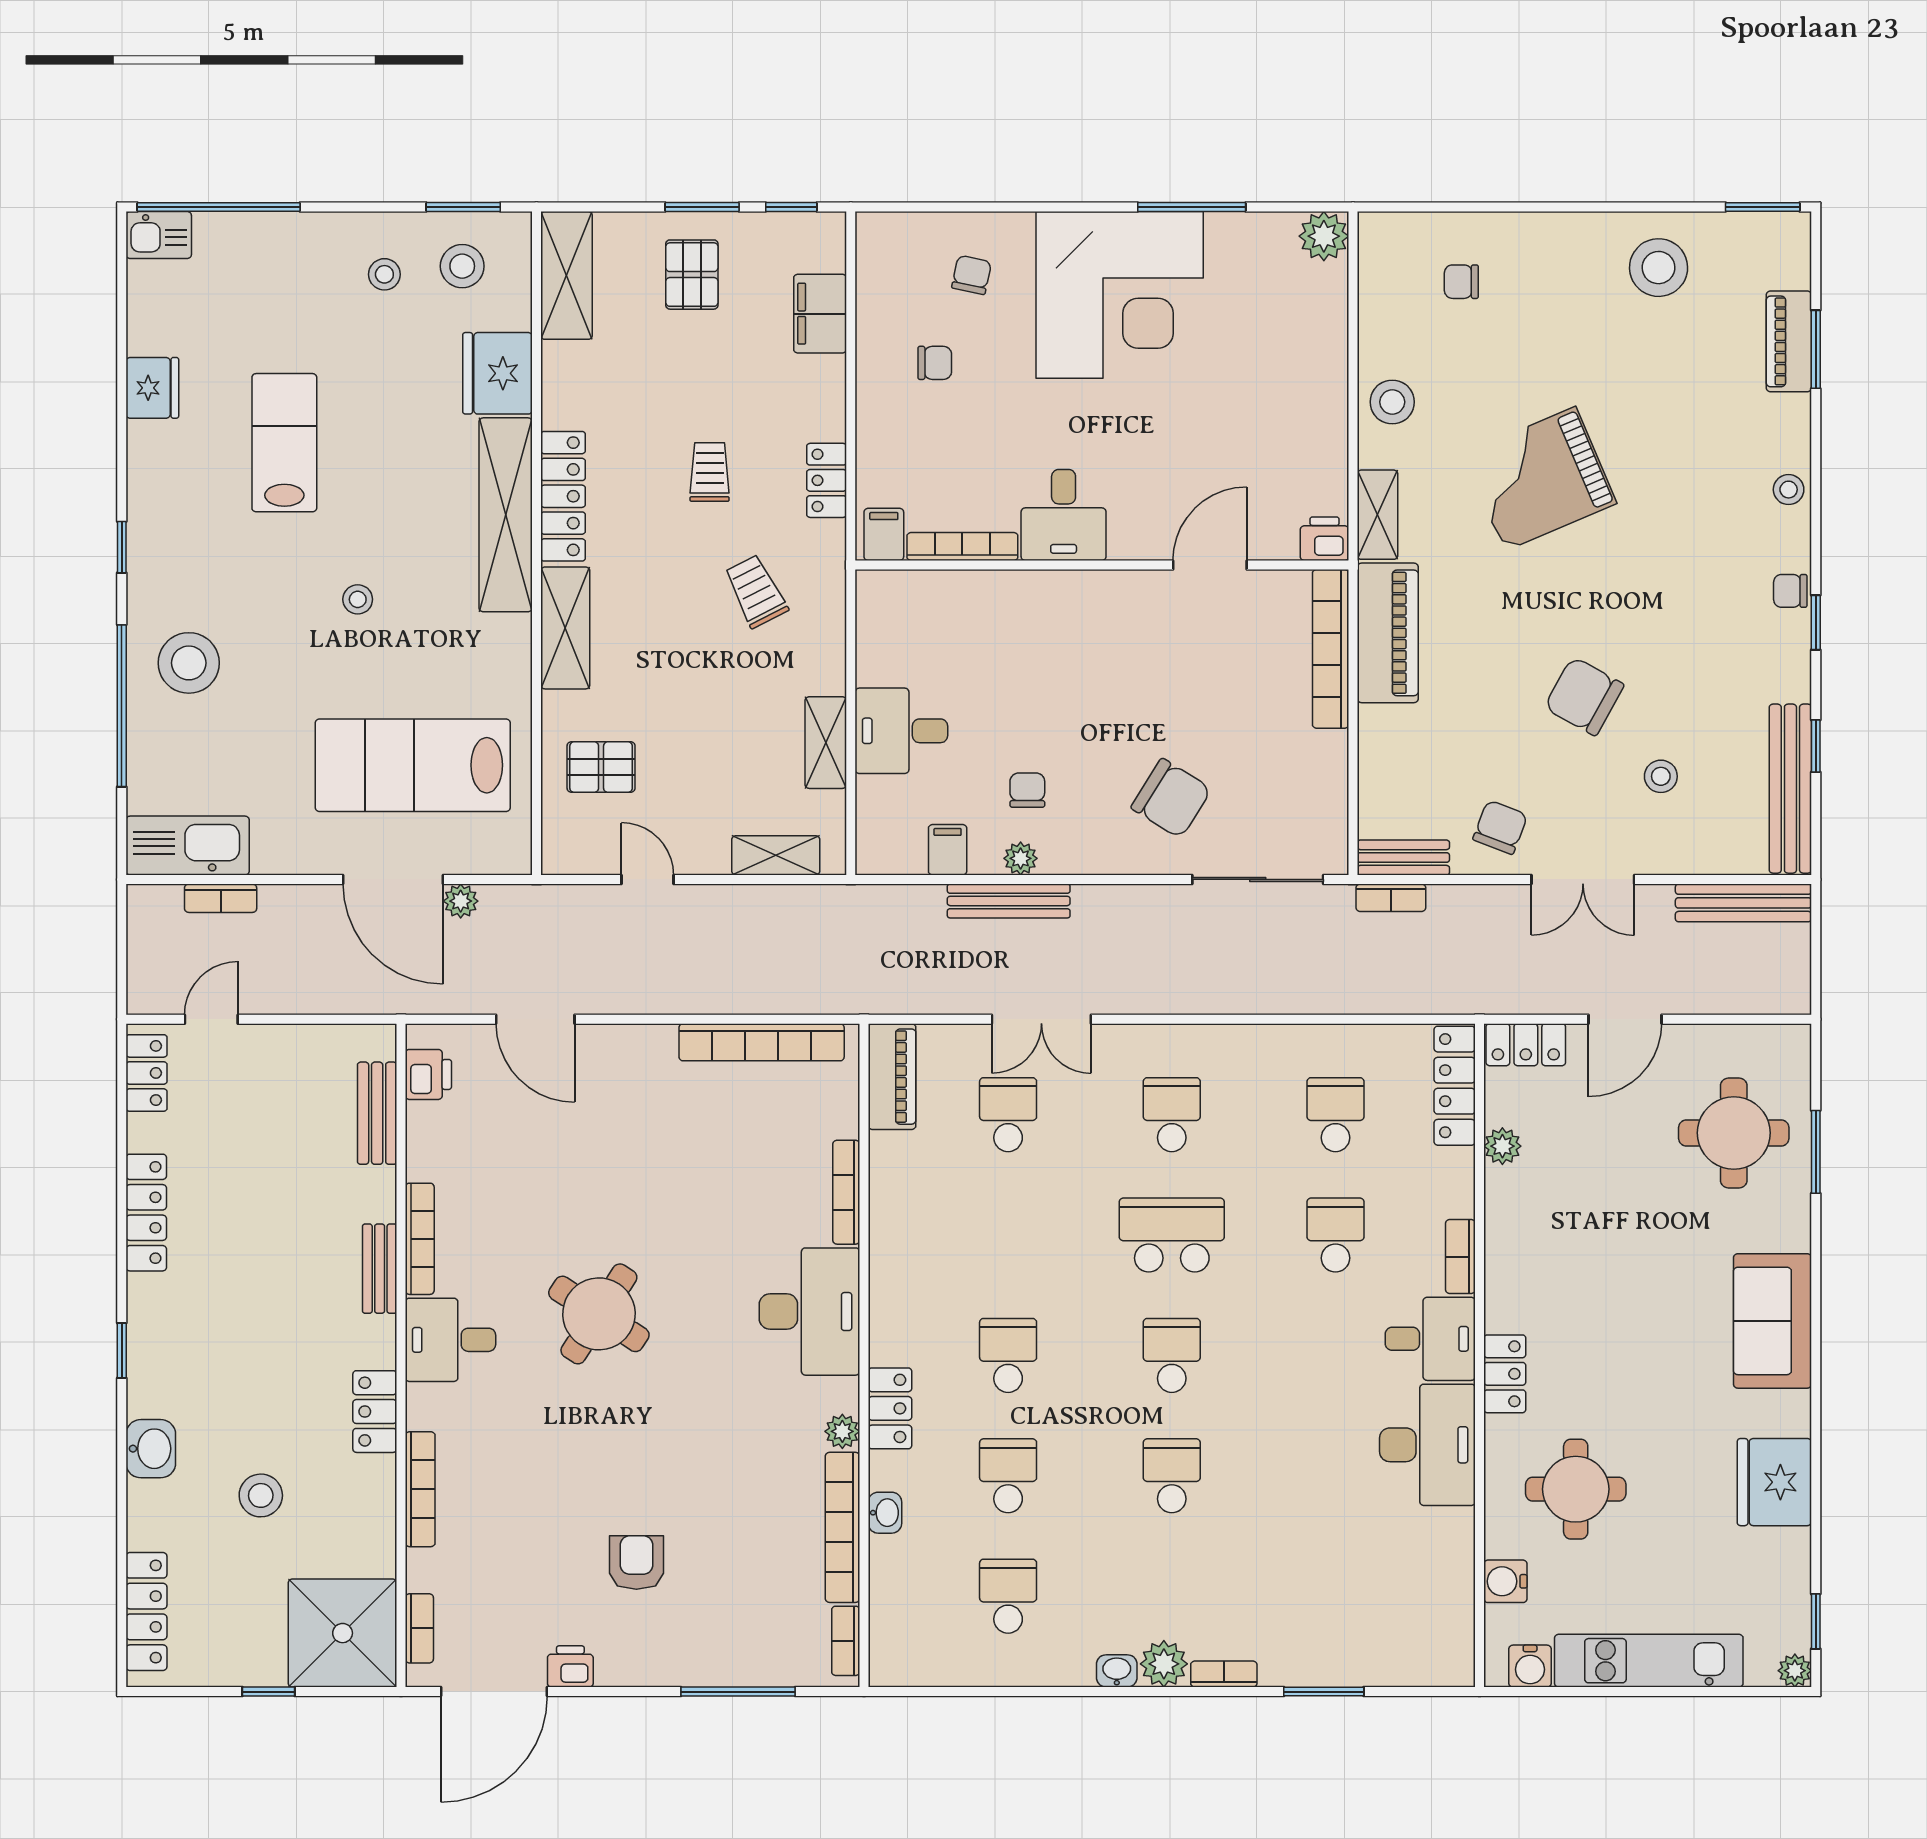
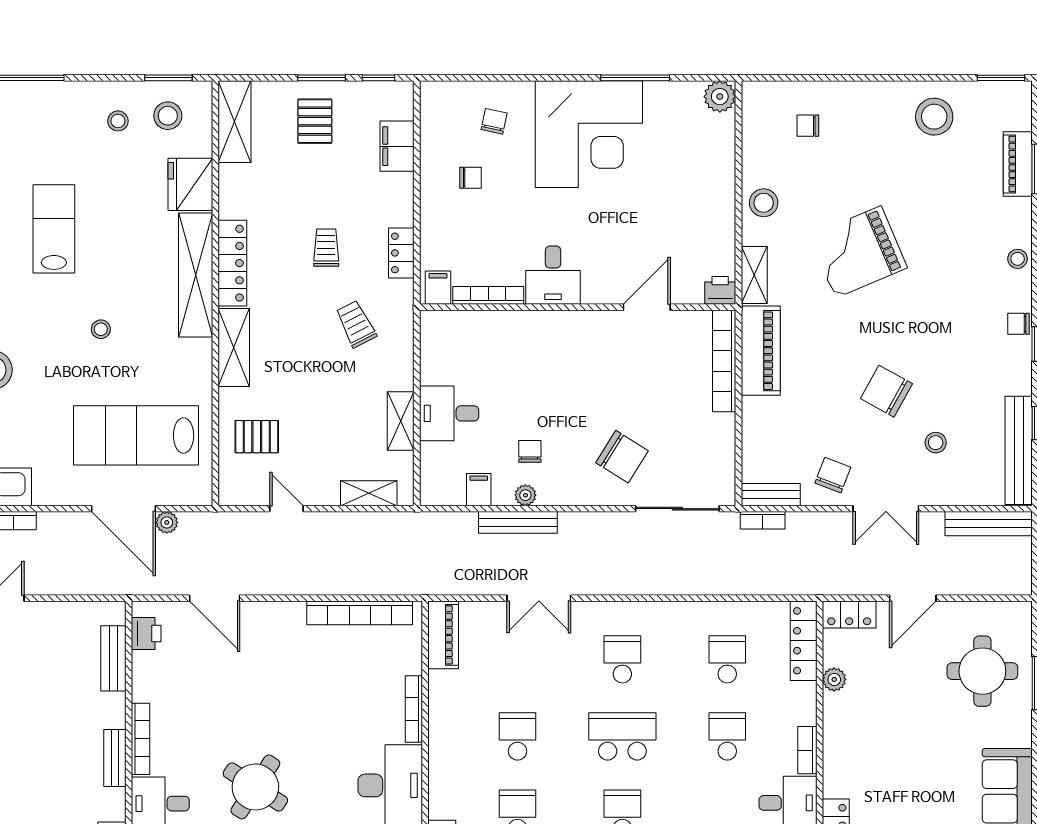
school desk: (1008, 1115) -> (518, 736), moved

